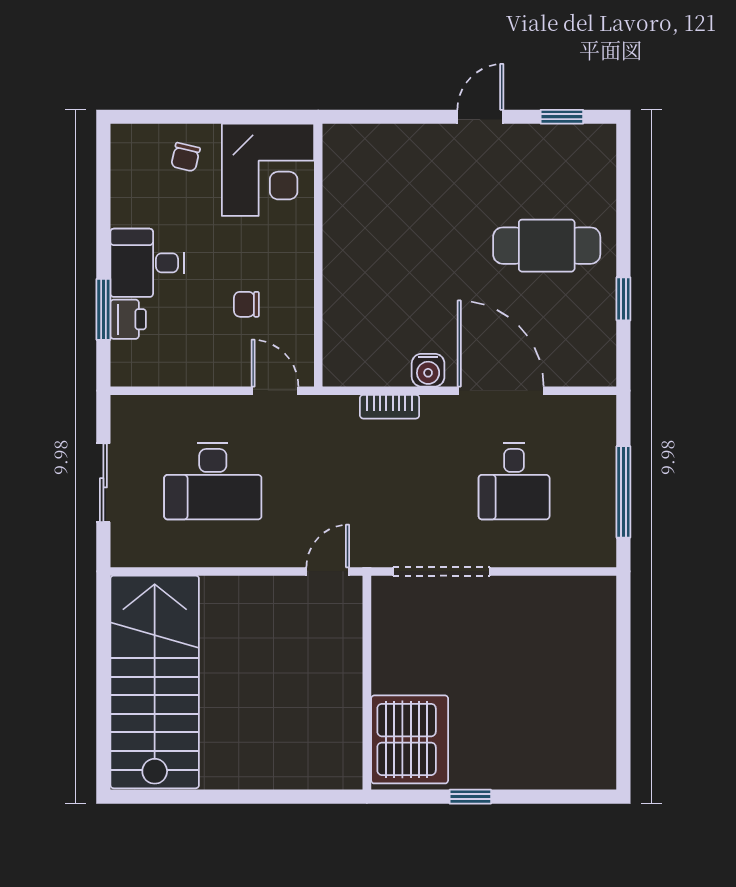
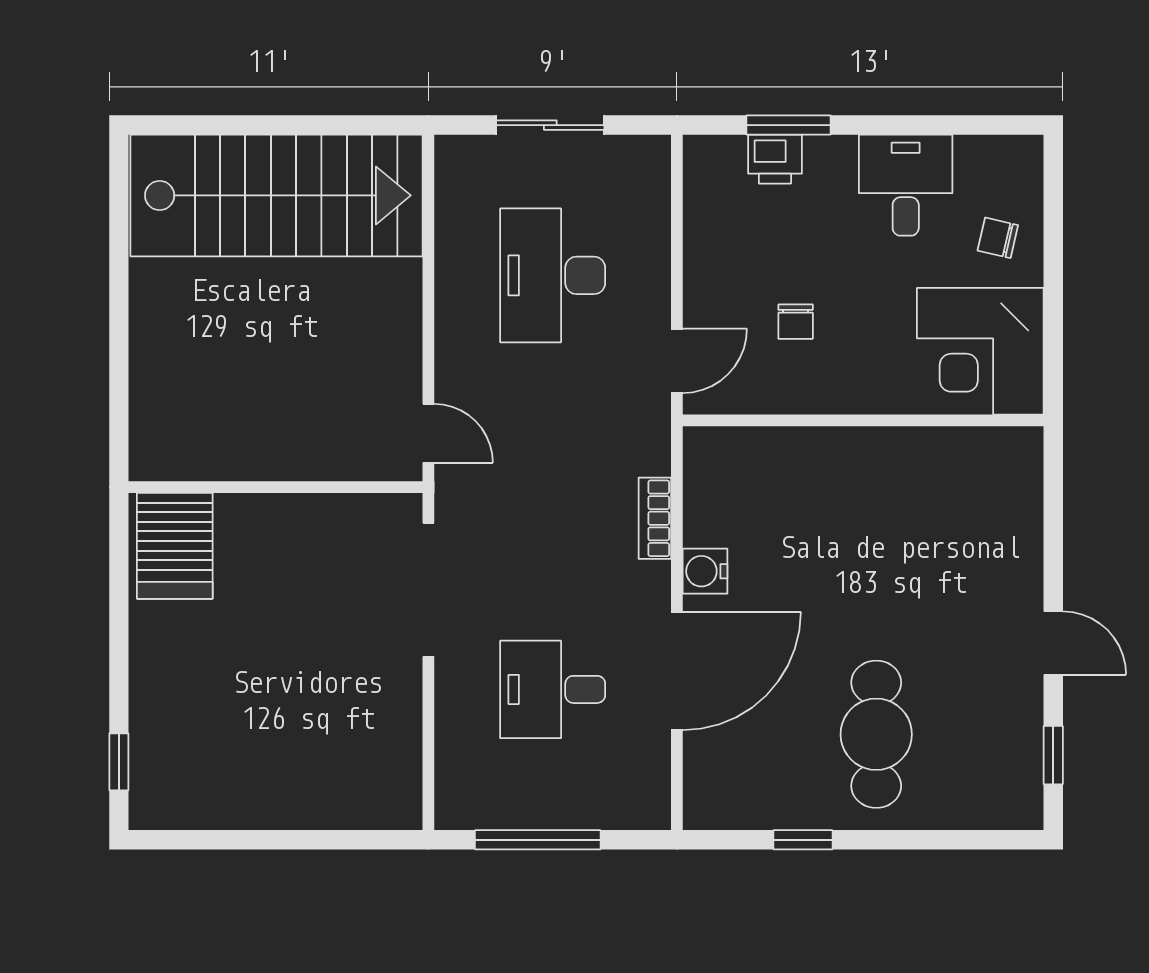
desk: (147, 263) -> (906, 185), moved
chair: (246, 304) -> (796, 322), turned 180
server rack: (410, 739) -> (175, 546), width x0.63
window: (470, 797) -> (119, 762), moved

